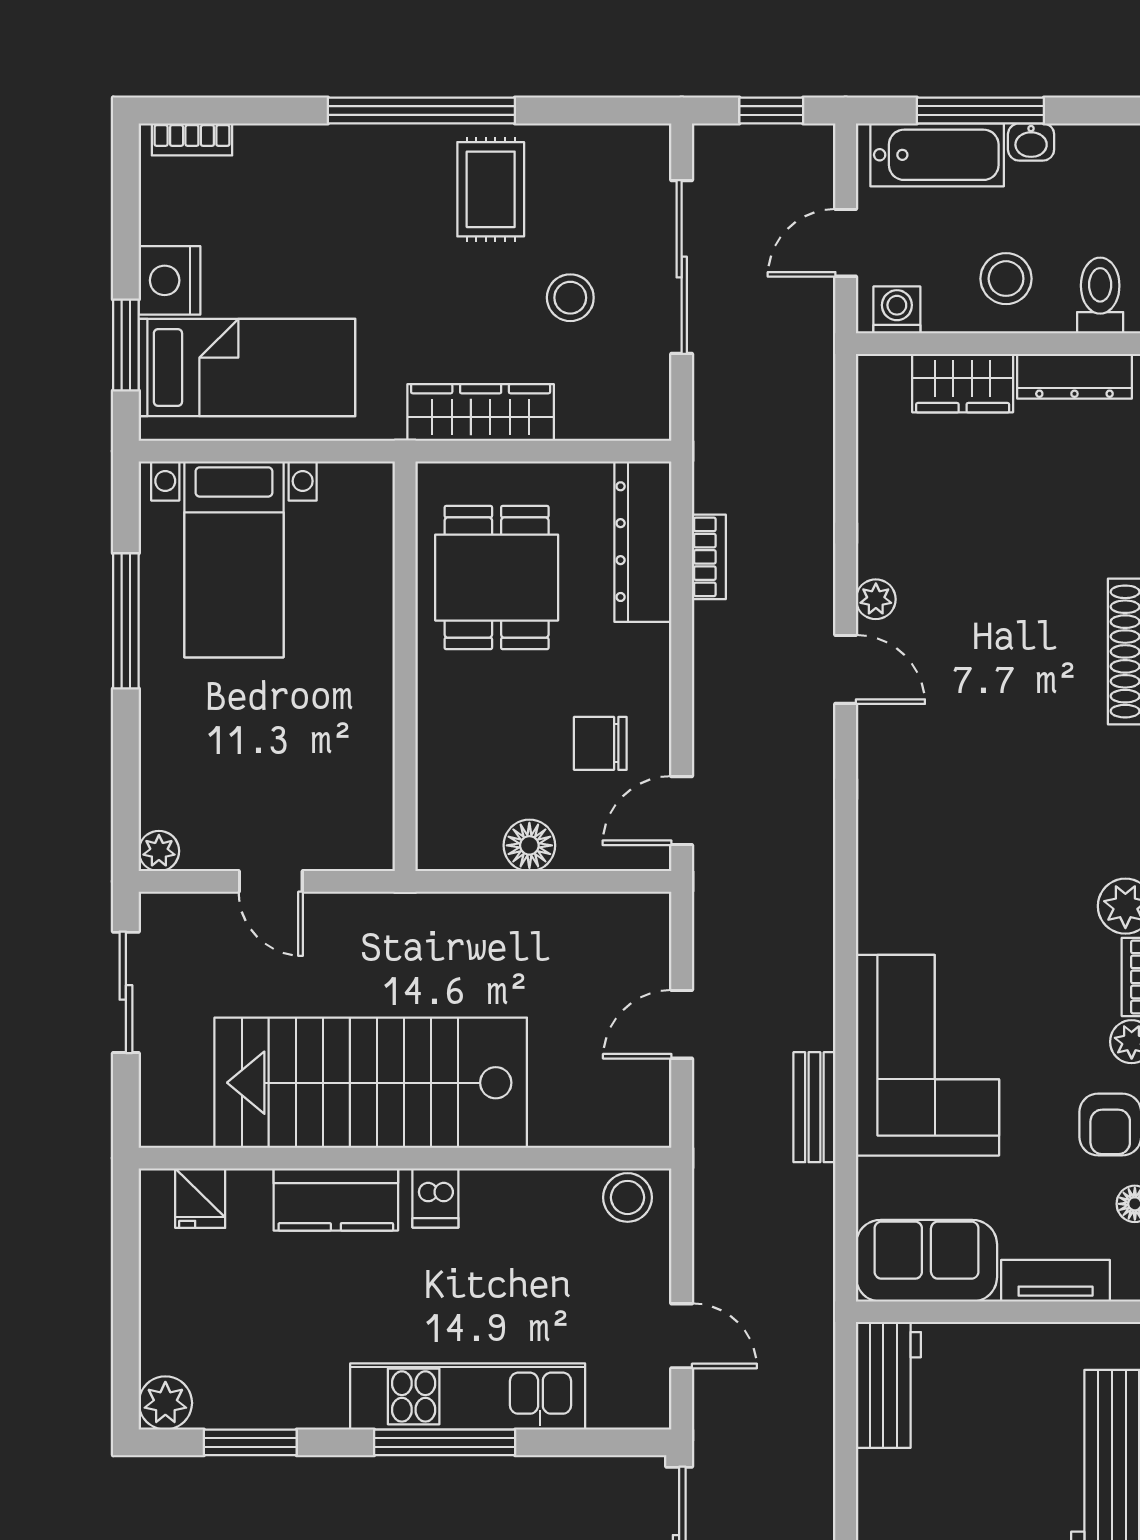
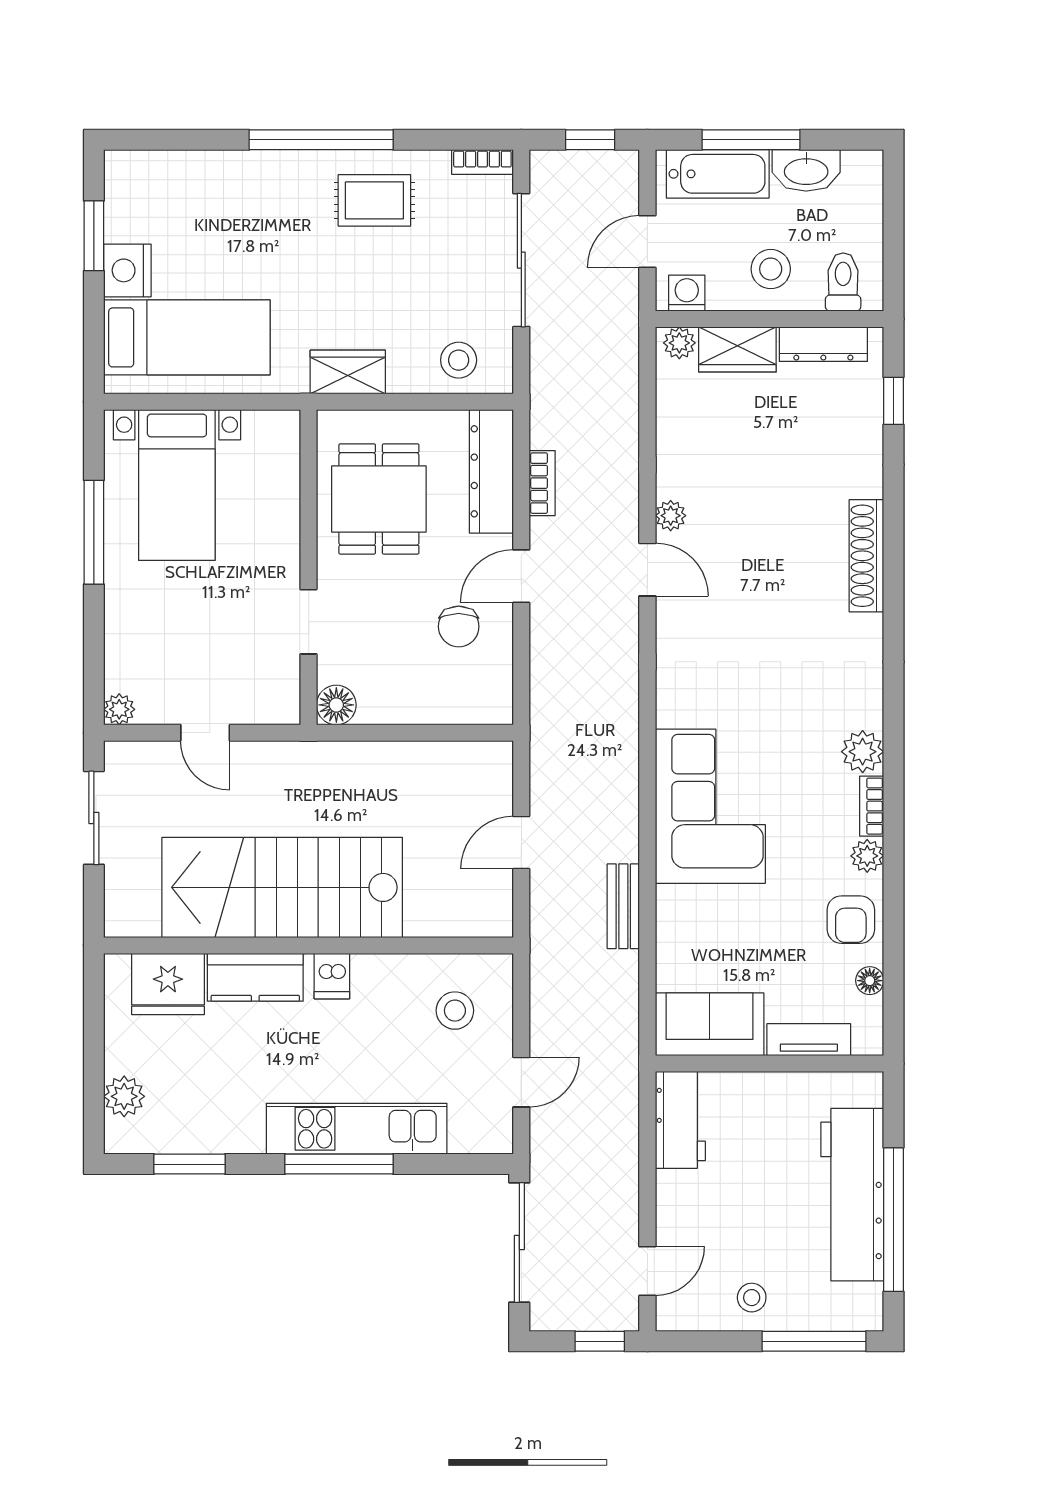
bookcase: (192, 139) -> (482, 162), moved
washbasin: (1031, 142) -> (806, 170), width x1.91, depth x1.45
rug: (491, 189) -> (374, 200), turned 90
stool: (570, 298) -> (459, 360), moved
window: (126, 345) -> (94, 236), moved
plant: (887, 375) -> (679, 343), added
wardrobe: (481, 413) -> (348, 372), width x0.67
doorway: (405, 737) -> (309, 622), added
chair: (600, 743) -> (459, 626), turned -90
door: (682, 811) -> (521, 576), moved
floor lamp: (529, 845) -> (336, 705), moved
corner sofa: (927, 1055) -> (710, 806), moved
stool: (628, 1197) -> (455, 1011), moved
fridge: (200, 1198) -> (168, 984), width x1.88, depth x1.34
door: (682, 1336) -> (521, 1082), hinge flipped
plant: (165, 1403) -> (124, 1096), moved

